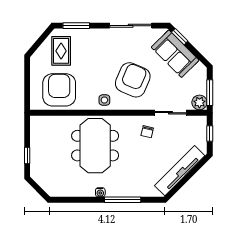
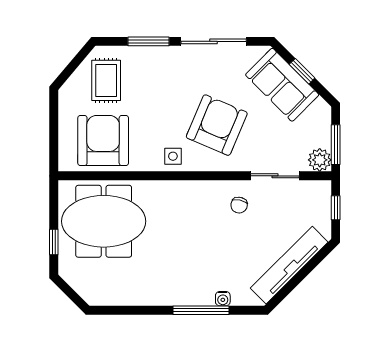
window: (76, 26) -> (149, 41), moved
window: (180, 37) -> (302, 71), moved
meeting table: (95, 146) -> (104, 221), moved, turned 90
water cooler: (100, 192) -> (223, 299), moved

